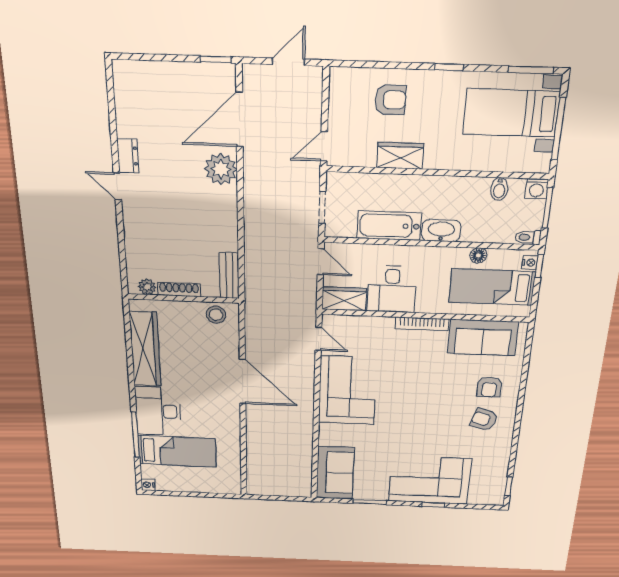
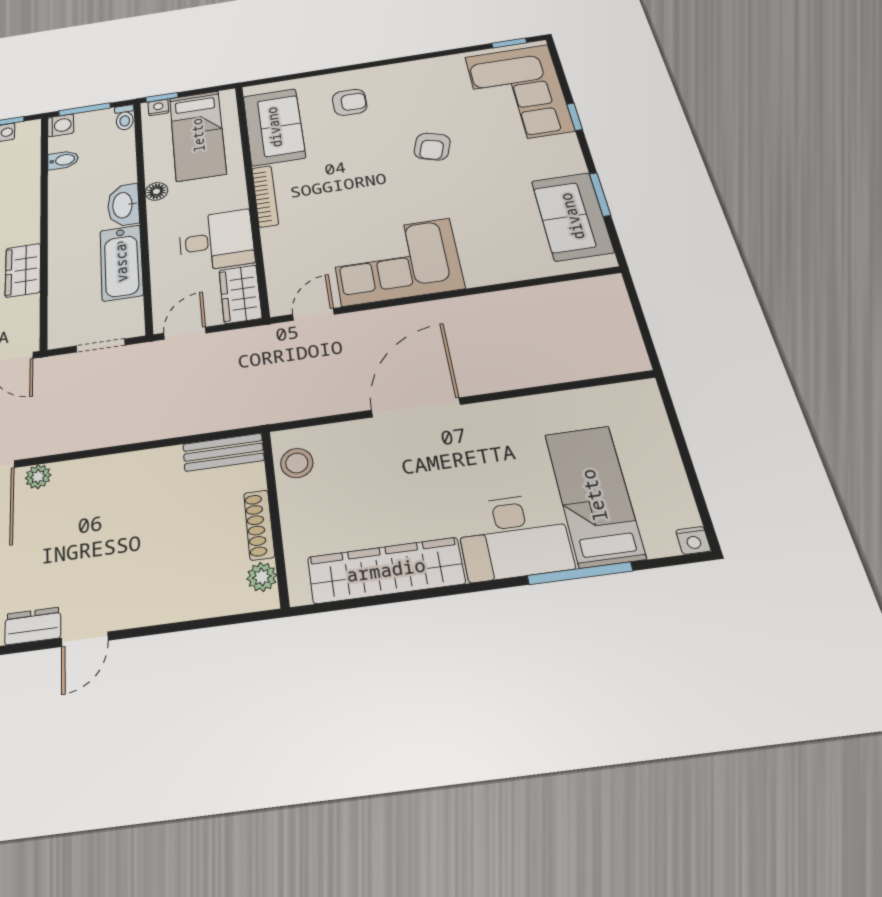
plant: (221, 169) -> (38, 477), width x0.53, depth x0.53
floor lamp: (478, 255) -> (156, 191), moved
armchair: (484, 420) -> (432, 147), moved
sofa: (335, 473) -> (572, 216), moved, turned -90
corner sofa: (430, 480) -> (519, 93), moved

